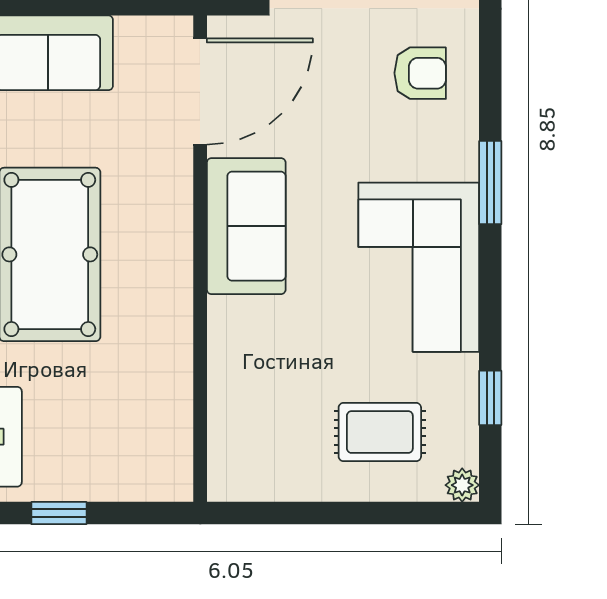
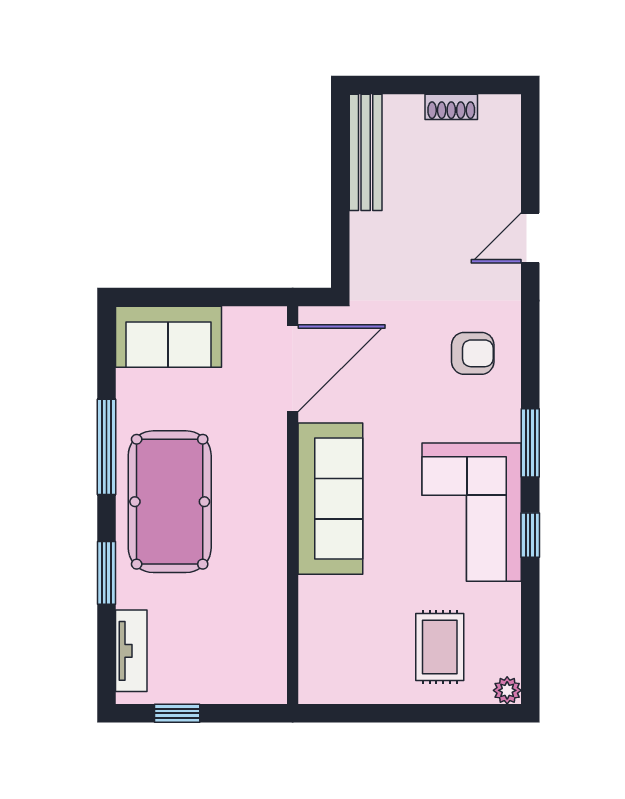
sofa: (246, 226) -> (330, 499), width x1.36
window: (490, 398) -> (530, 535), moved
rug: (380, 432) -> (440, 647), turned 90

